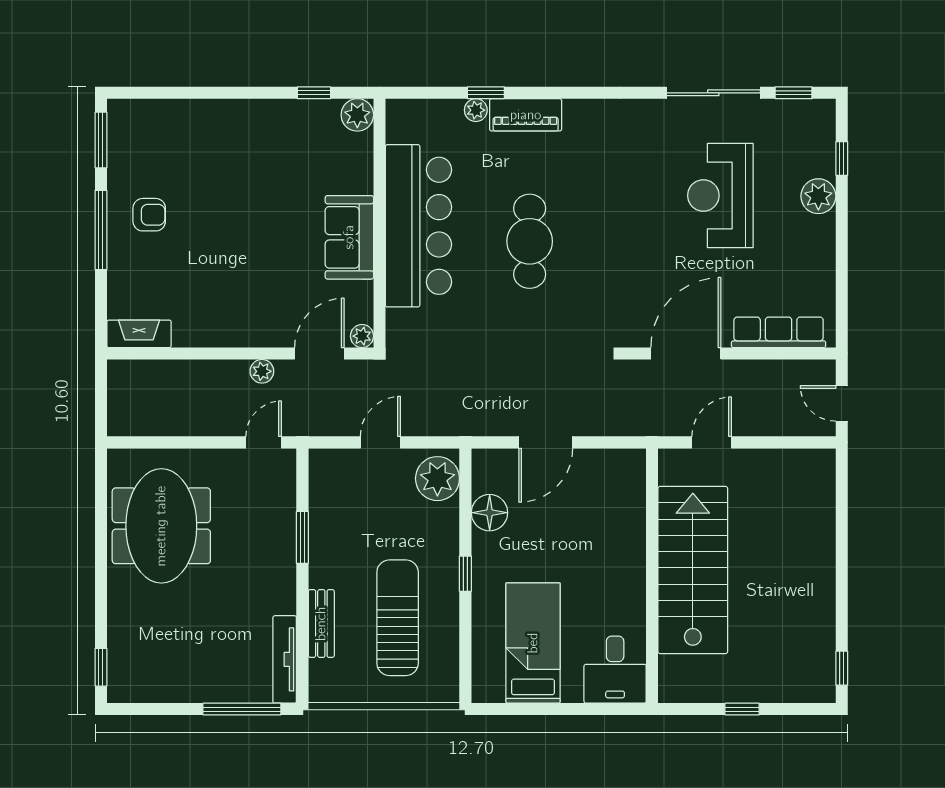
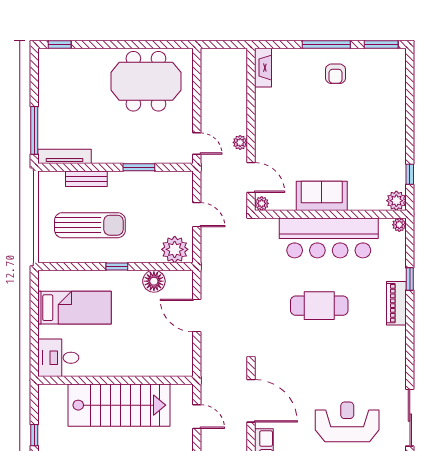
plant: (476, 110) -> (399, 225), moved

